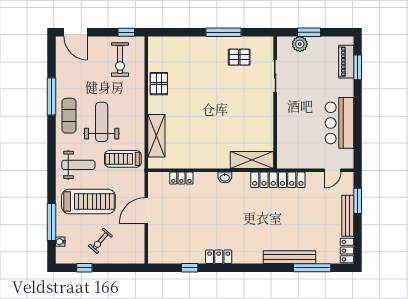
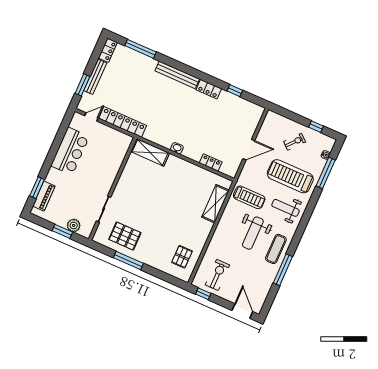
pallet: (239, 57) -> (125, 236), width x1.50, depth x1.42
pallet: (159, 84) -> (182, 257), moved
locker: (278, 180) -> (123, 122), moved
bench: (290, 257) -> (177, 75), moved

